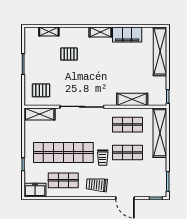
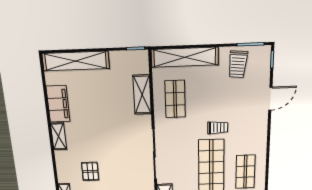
shop shelf: (128, 152) -> (211, 98), removed
trolley: (97, 185) -> (238, 64), moved

